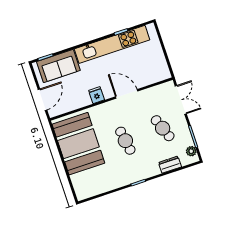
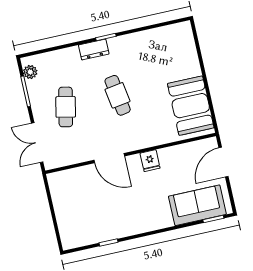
kitchen unit: (112, 44) -> (122, 227), removed
cafe table: (163, 128) -> (66, 107), turned 33
booth: (78, 144) -> (191, 106), width x0.73, depth x0.70
dresser: (170, 165) -> (94, 49), moved

